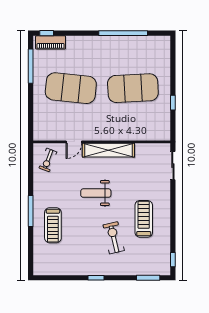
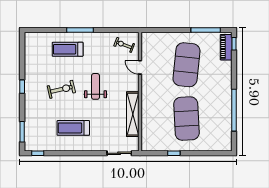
shelving: (108, 150) -> (133, 114), moved
treadmill: (144, 219) -> (73, 128), turned 180
exercise bike: (114, 238) -> (61, 89), moved

